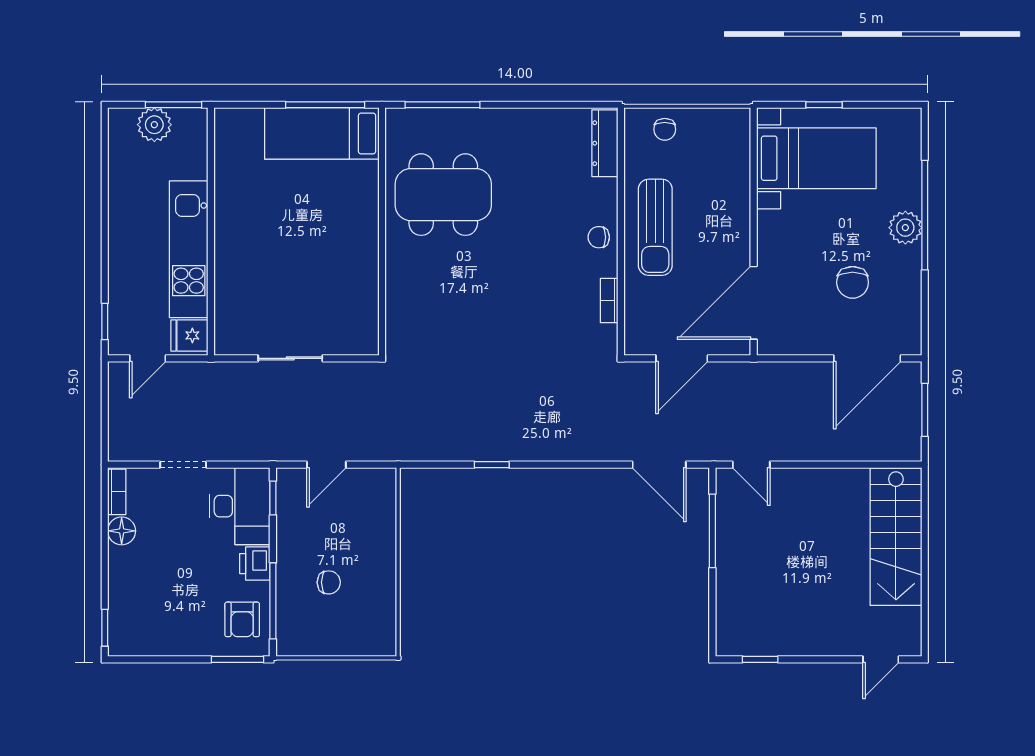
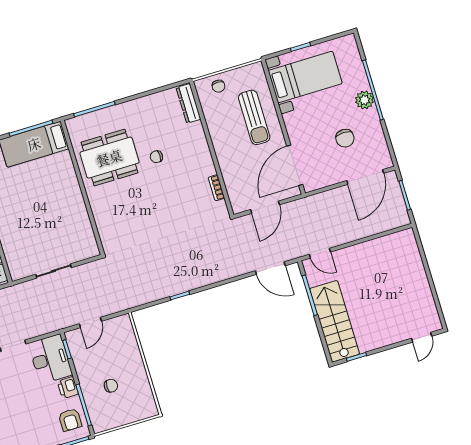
sun lounger: (655, 227) -> (254, 117), moved
chair: (599, 237) -> (156, 157), moved
stairs: (896, 537) -> (335, 321), moved, turned 180

